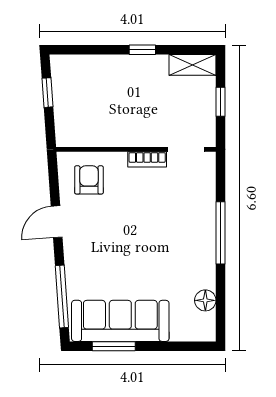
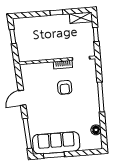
armchair: (89, 180) -> (65, 87), moved, turned 180

